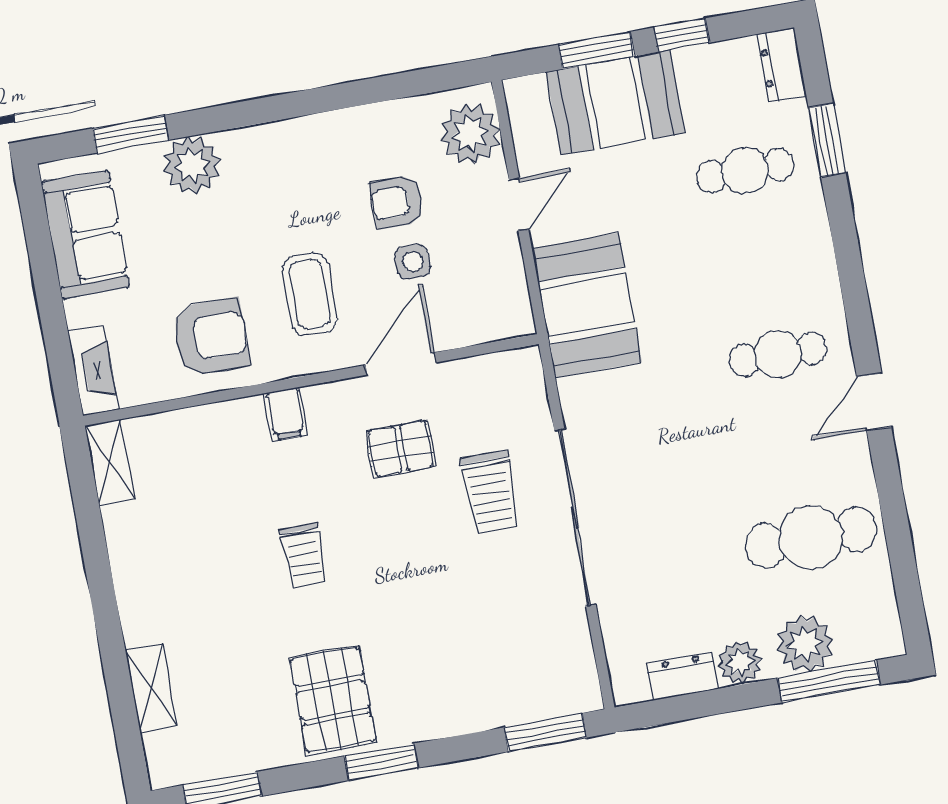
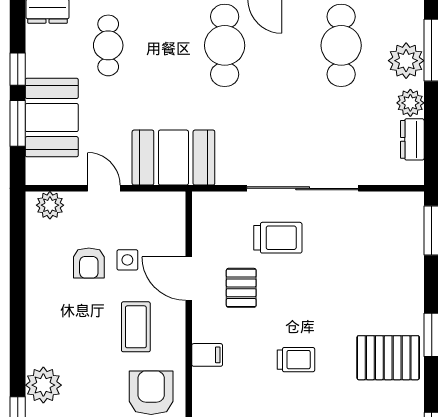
plant: (470, 134) -> (50, 205), width x0.73, depth x0.73
coffee table: (310, 294) -> (136, 327), turned 90
cafe table: (778, 354) -> (225, 45), width x1.37, depth x1.35

